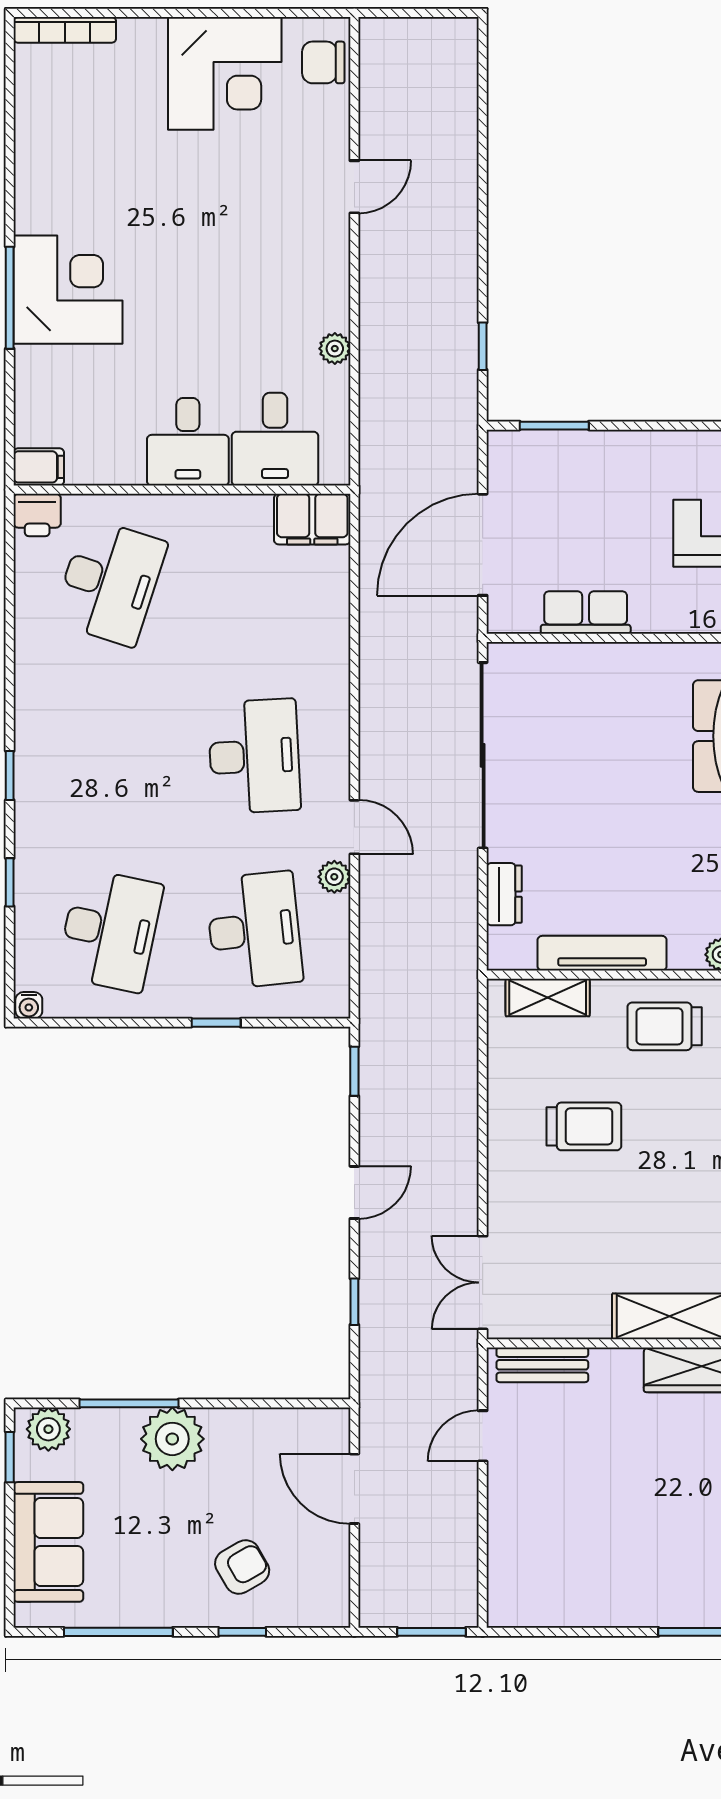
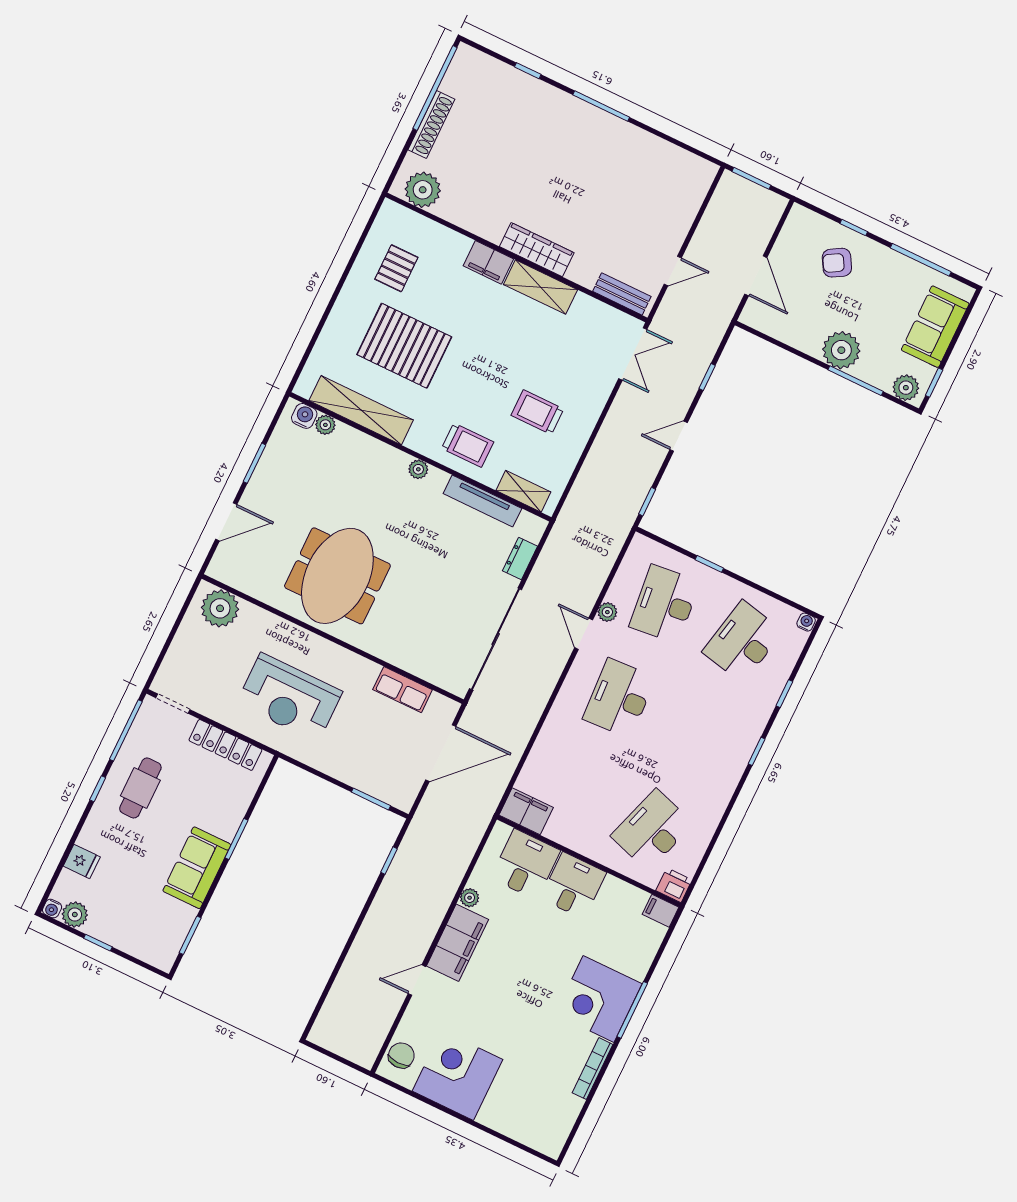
bookcase: (65, 30) -> (593, 1069), moved, turned -90
chair: (323, 62) -> (401, 1055), turned -88
filing cabinet: (320, 272) -> (457, 943), added

